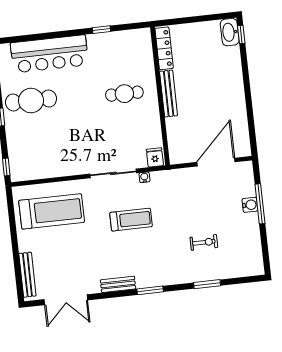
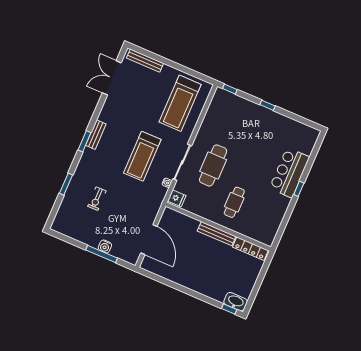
window: (102, 30) -> (299, 189), moved
bar counter: (49, 54) -> (289, 173), width x0.73
cafe table: (31, 101) -> (213, 165), moved
treadmill: (131, 220) -> (142, 156), width x1.37, depth x1.38
bench: (118, 284) -> (96, 135), moved

